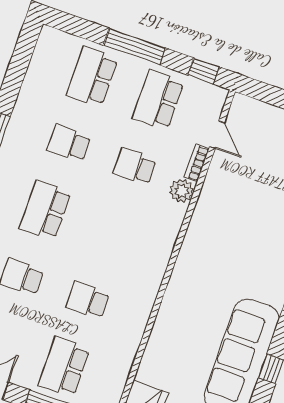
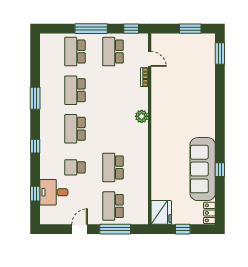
school desk: (69, 143) -> (75, 90), width x1.85
school desk: (135, 166) -> (113, 90), removed
plant: (182, 191) -> (142, 116), moved
school desk: (88, 300) -> (113, 167), width x1.85

